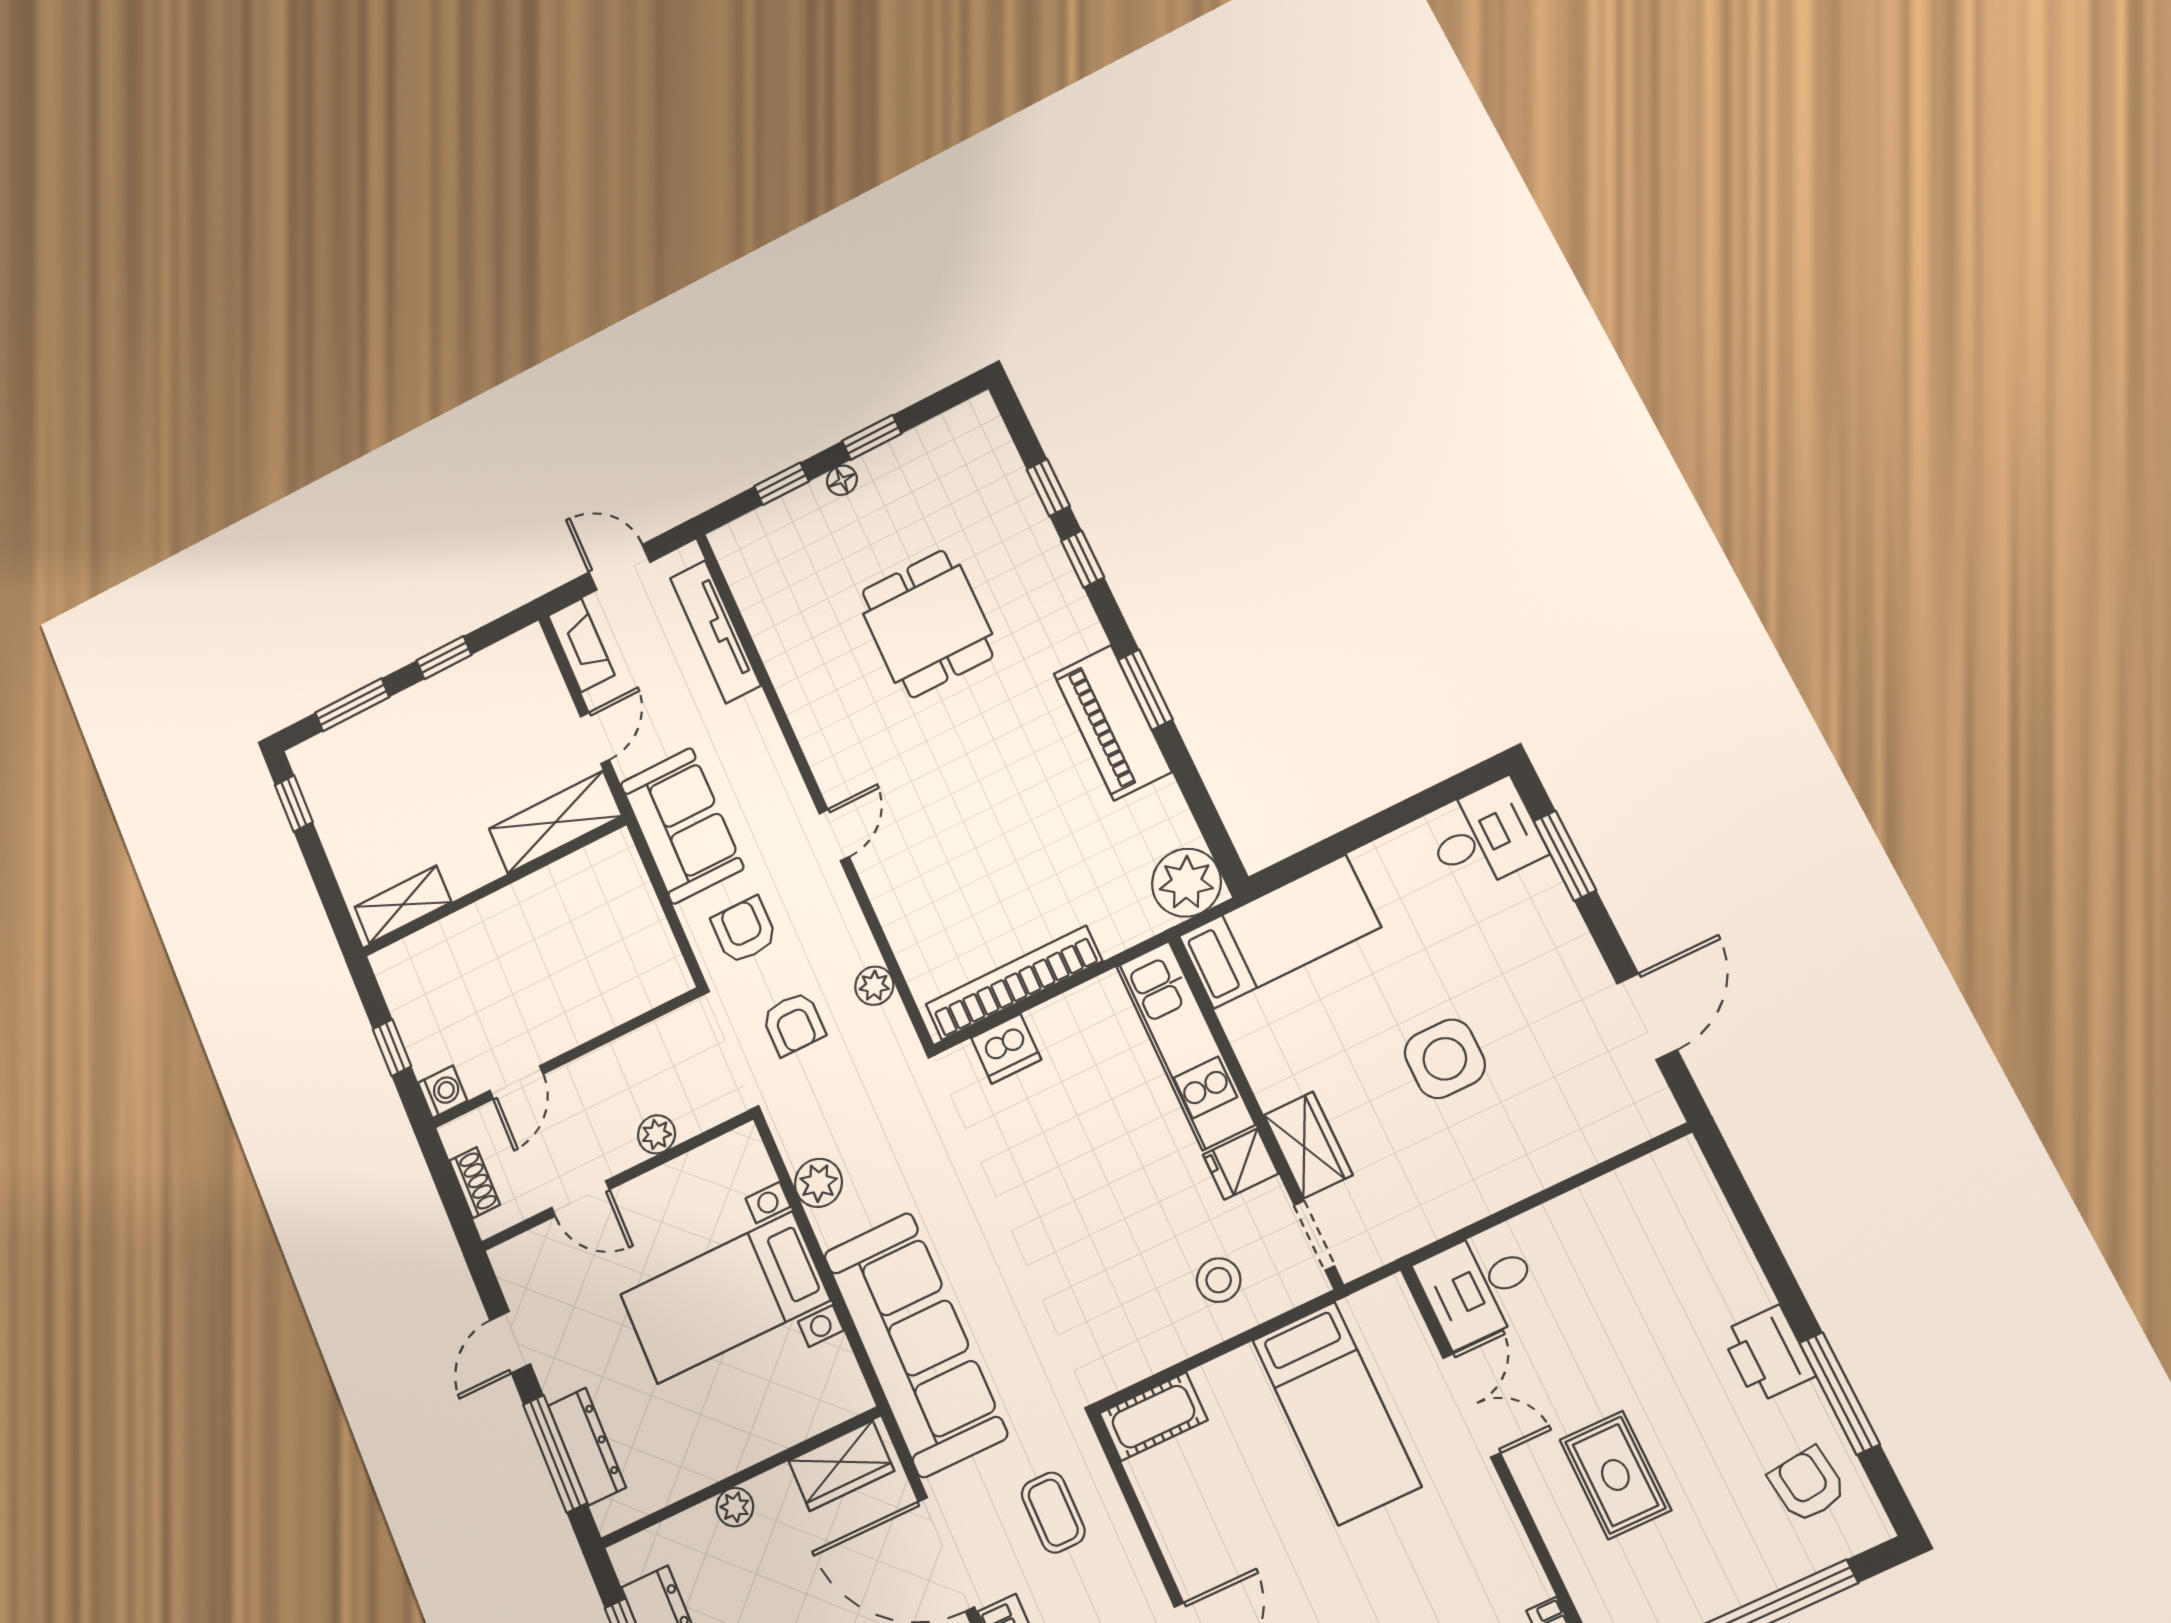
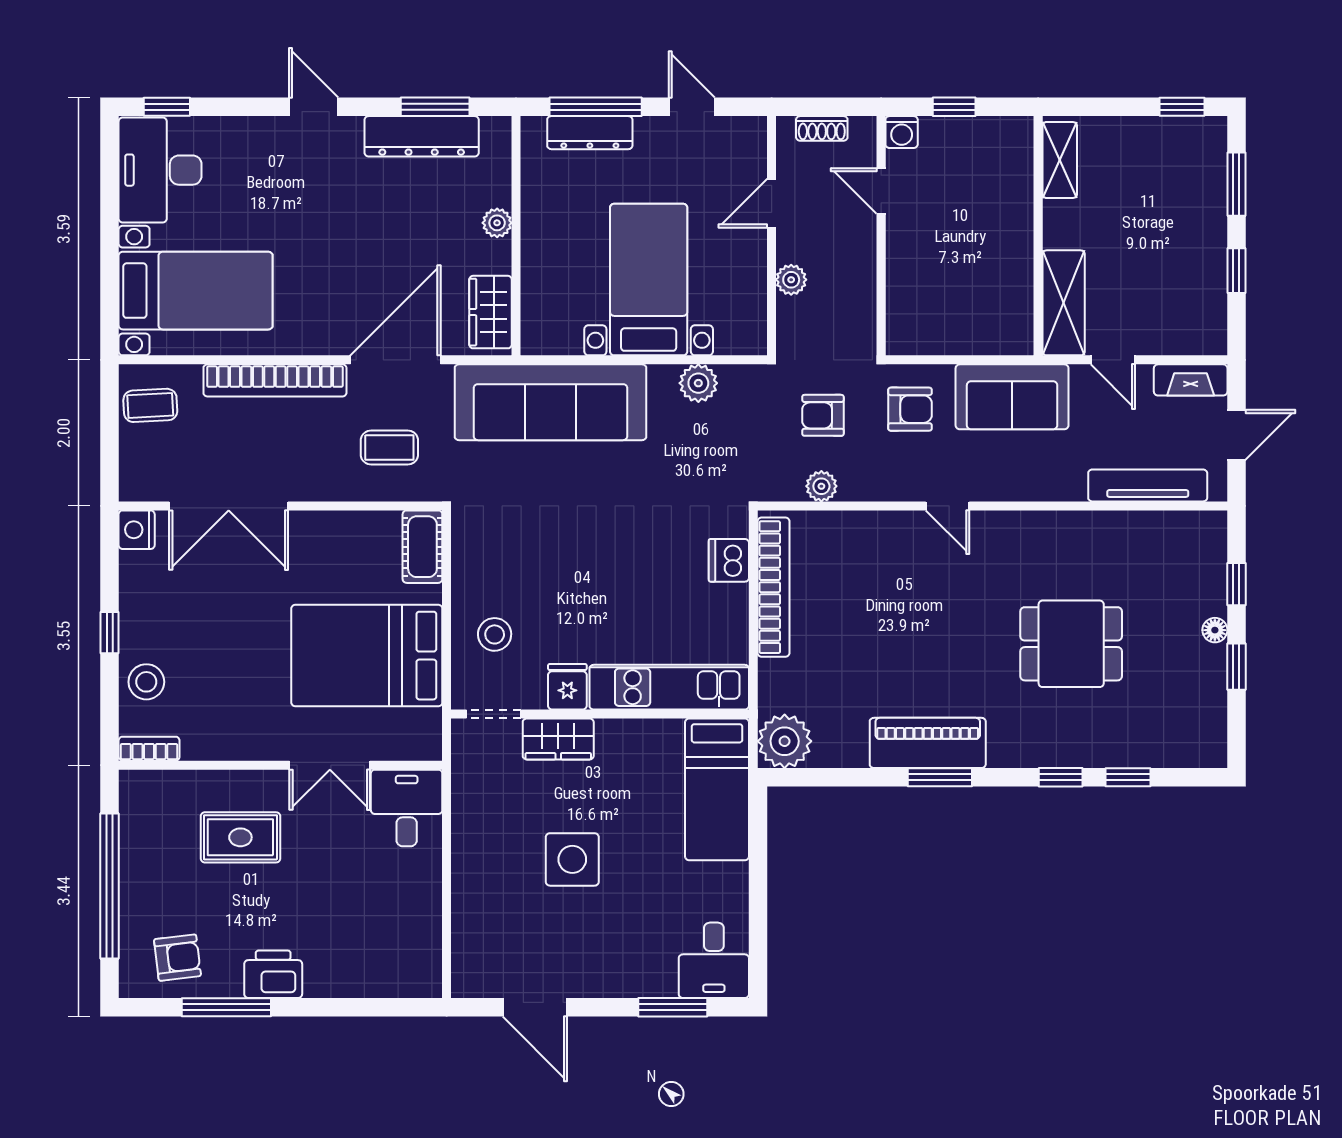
bed: (1337, 1413) -> (367, 656), width x1.50

